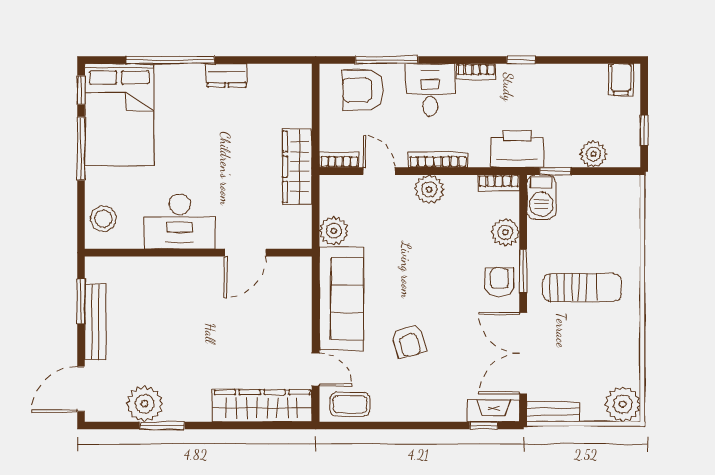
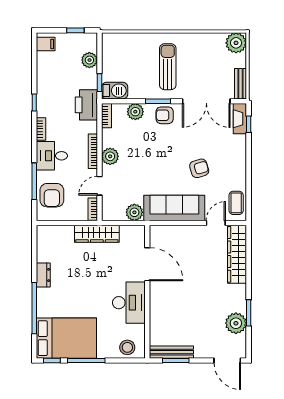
door: (245, 253) -> (147, 264), width x1.36
bench: (95, 322) -> (171, 352), moved

